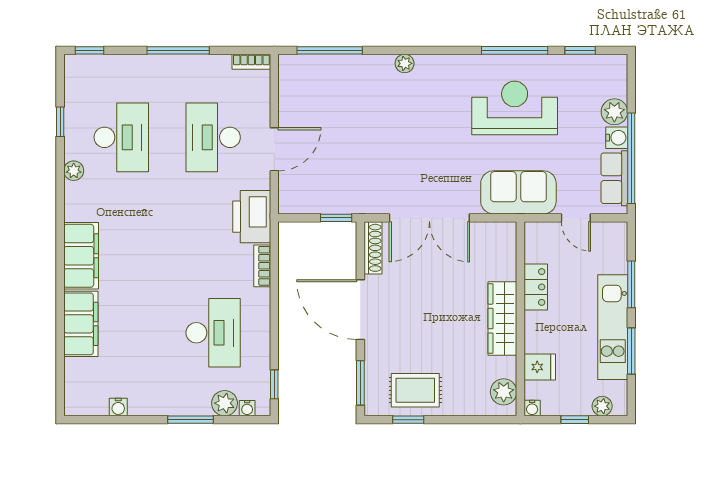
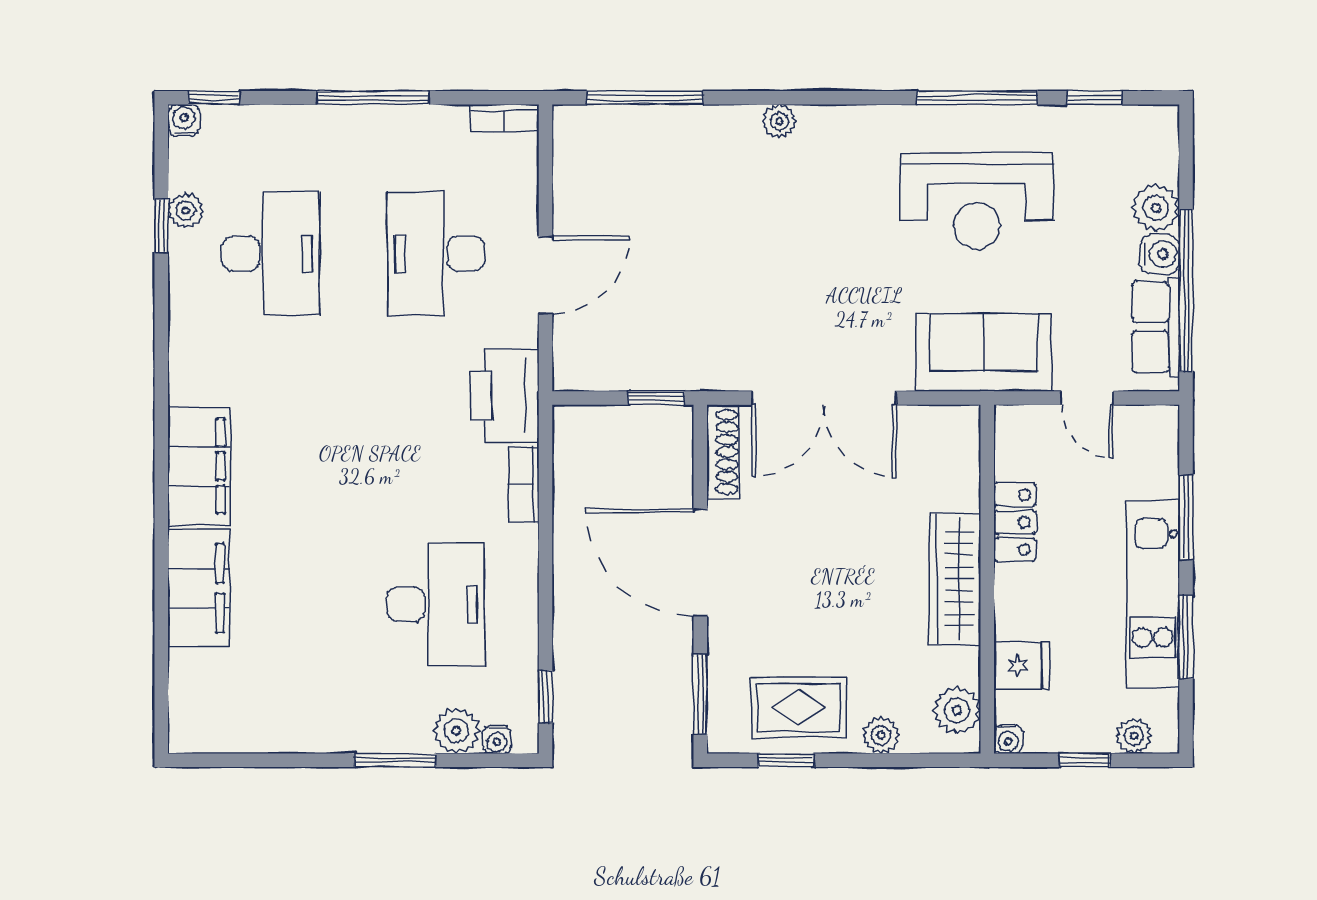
reception desk: (515, 108) -> (977, 201), turned 180
plant: (74, 171) -> (186, 210), moved
plant: (461, 406) -> (881, 735), added
water cooler: (118, 407) -> (184, 120), moved, turned 180

